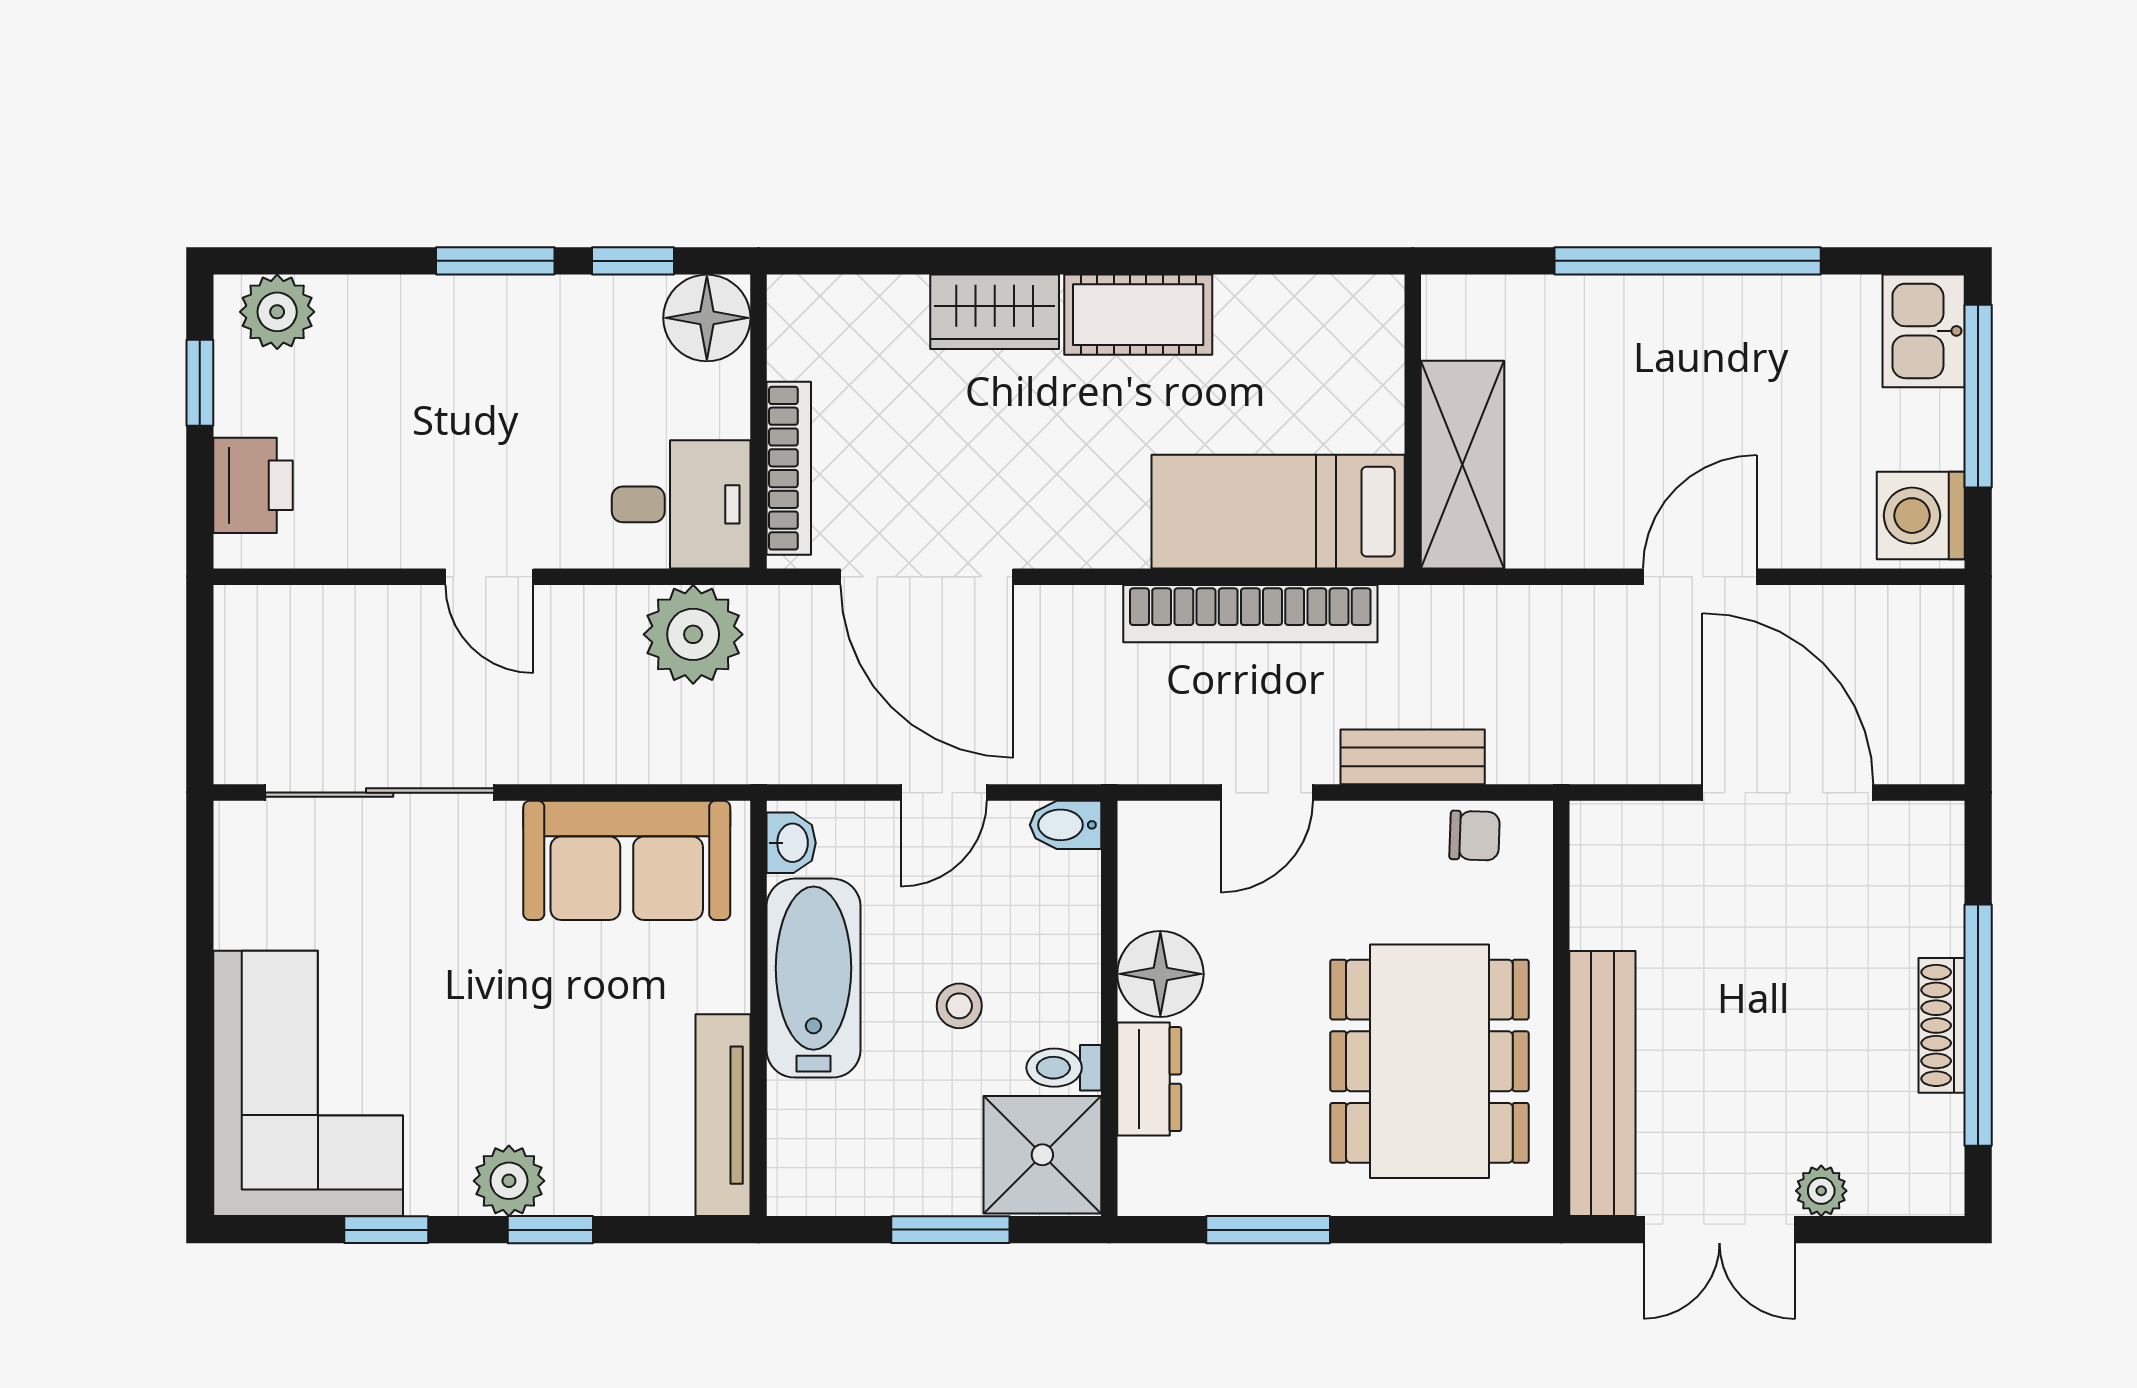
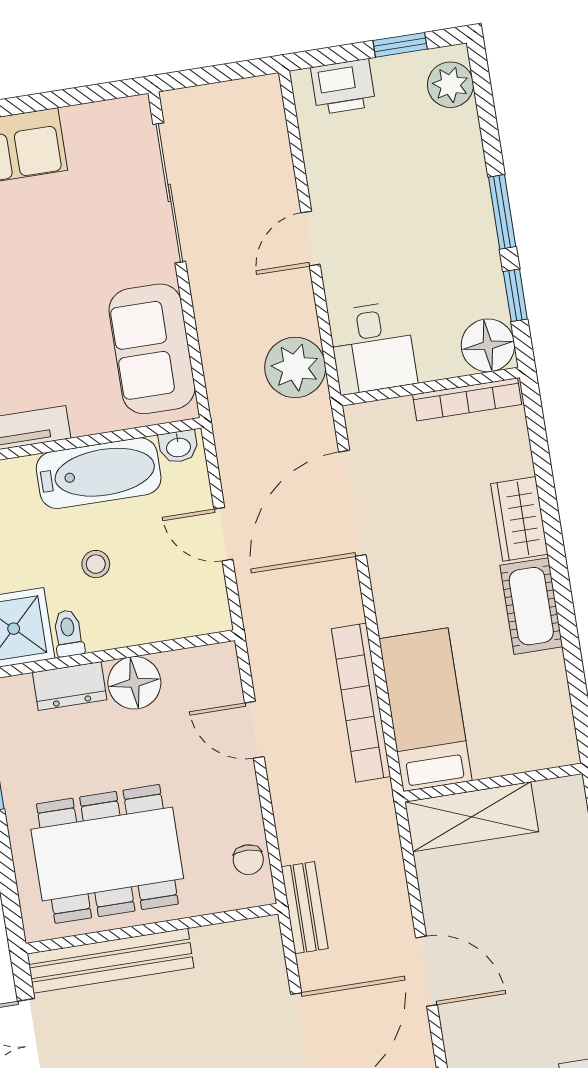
bookcase: (789, 468) -> (467, 399), moved
bench: (1413, 757) -> (305, 908), moved
bidet: (1065, 825) -> (215, 611), removed

